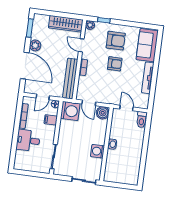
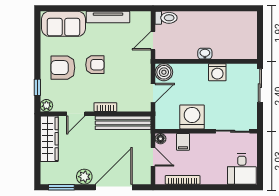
armchair: (116, 41) -> (63, 68), turned -90
armchair: (115, 64) -> (95, 65), turned 90
washing machine: (70, 111) -> (192, 117), moved
desk: (28, 140) -> (242, 169), moved

